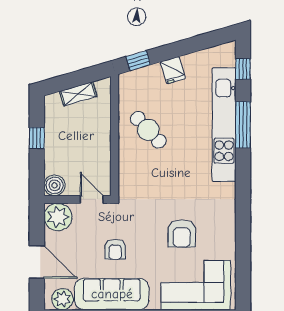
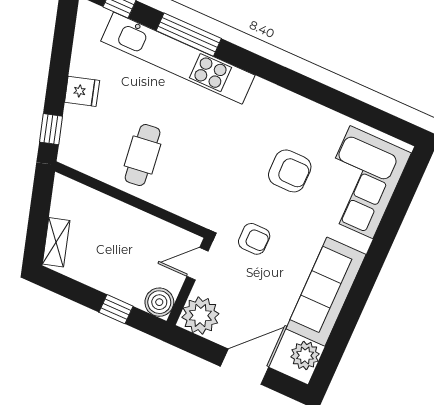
shelving: (78, 94) -> (56, 242), moved
cafe table: (148, 130) -> (143, 155), turned -54
window: (37, 138) -> (116, 309), moved
armchair: (115, 249) -> (254, 239), moved

